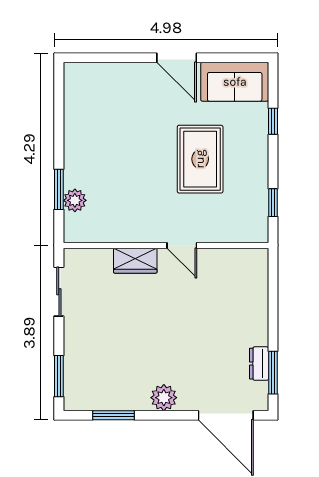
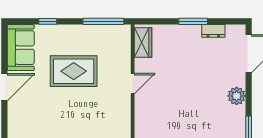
window: (273, 203) -> (103, 21), width x2.17
wardrobe: (135, 261) -> (143, 43), moved
window: (273, 373) -> (193, 21), moved

